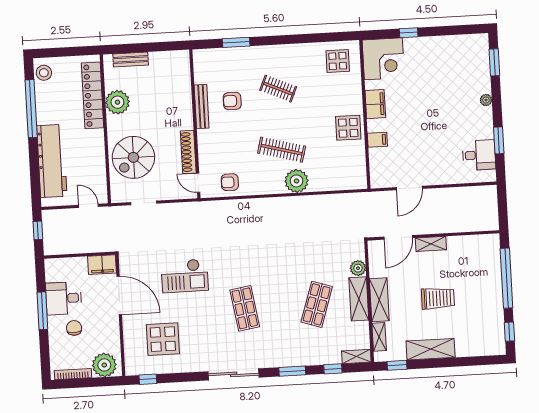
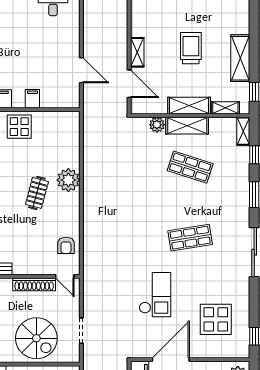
clothes rail: (282, 150) -> (37, 193), width x0.73
door: (198, 183) -> (65, 276), hinge flipped

